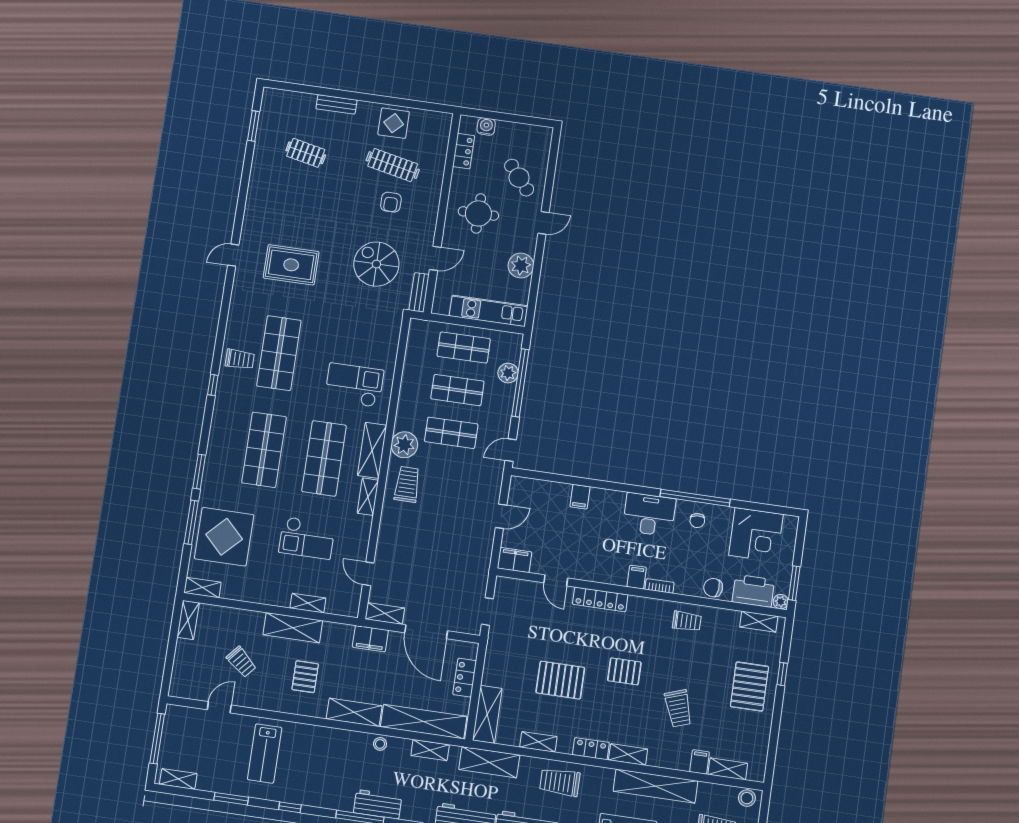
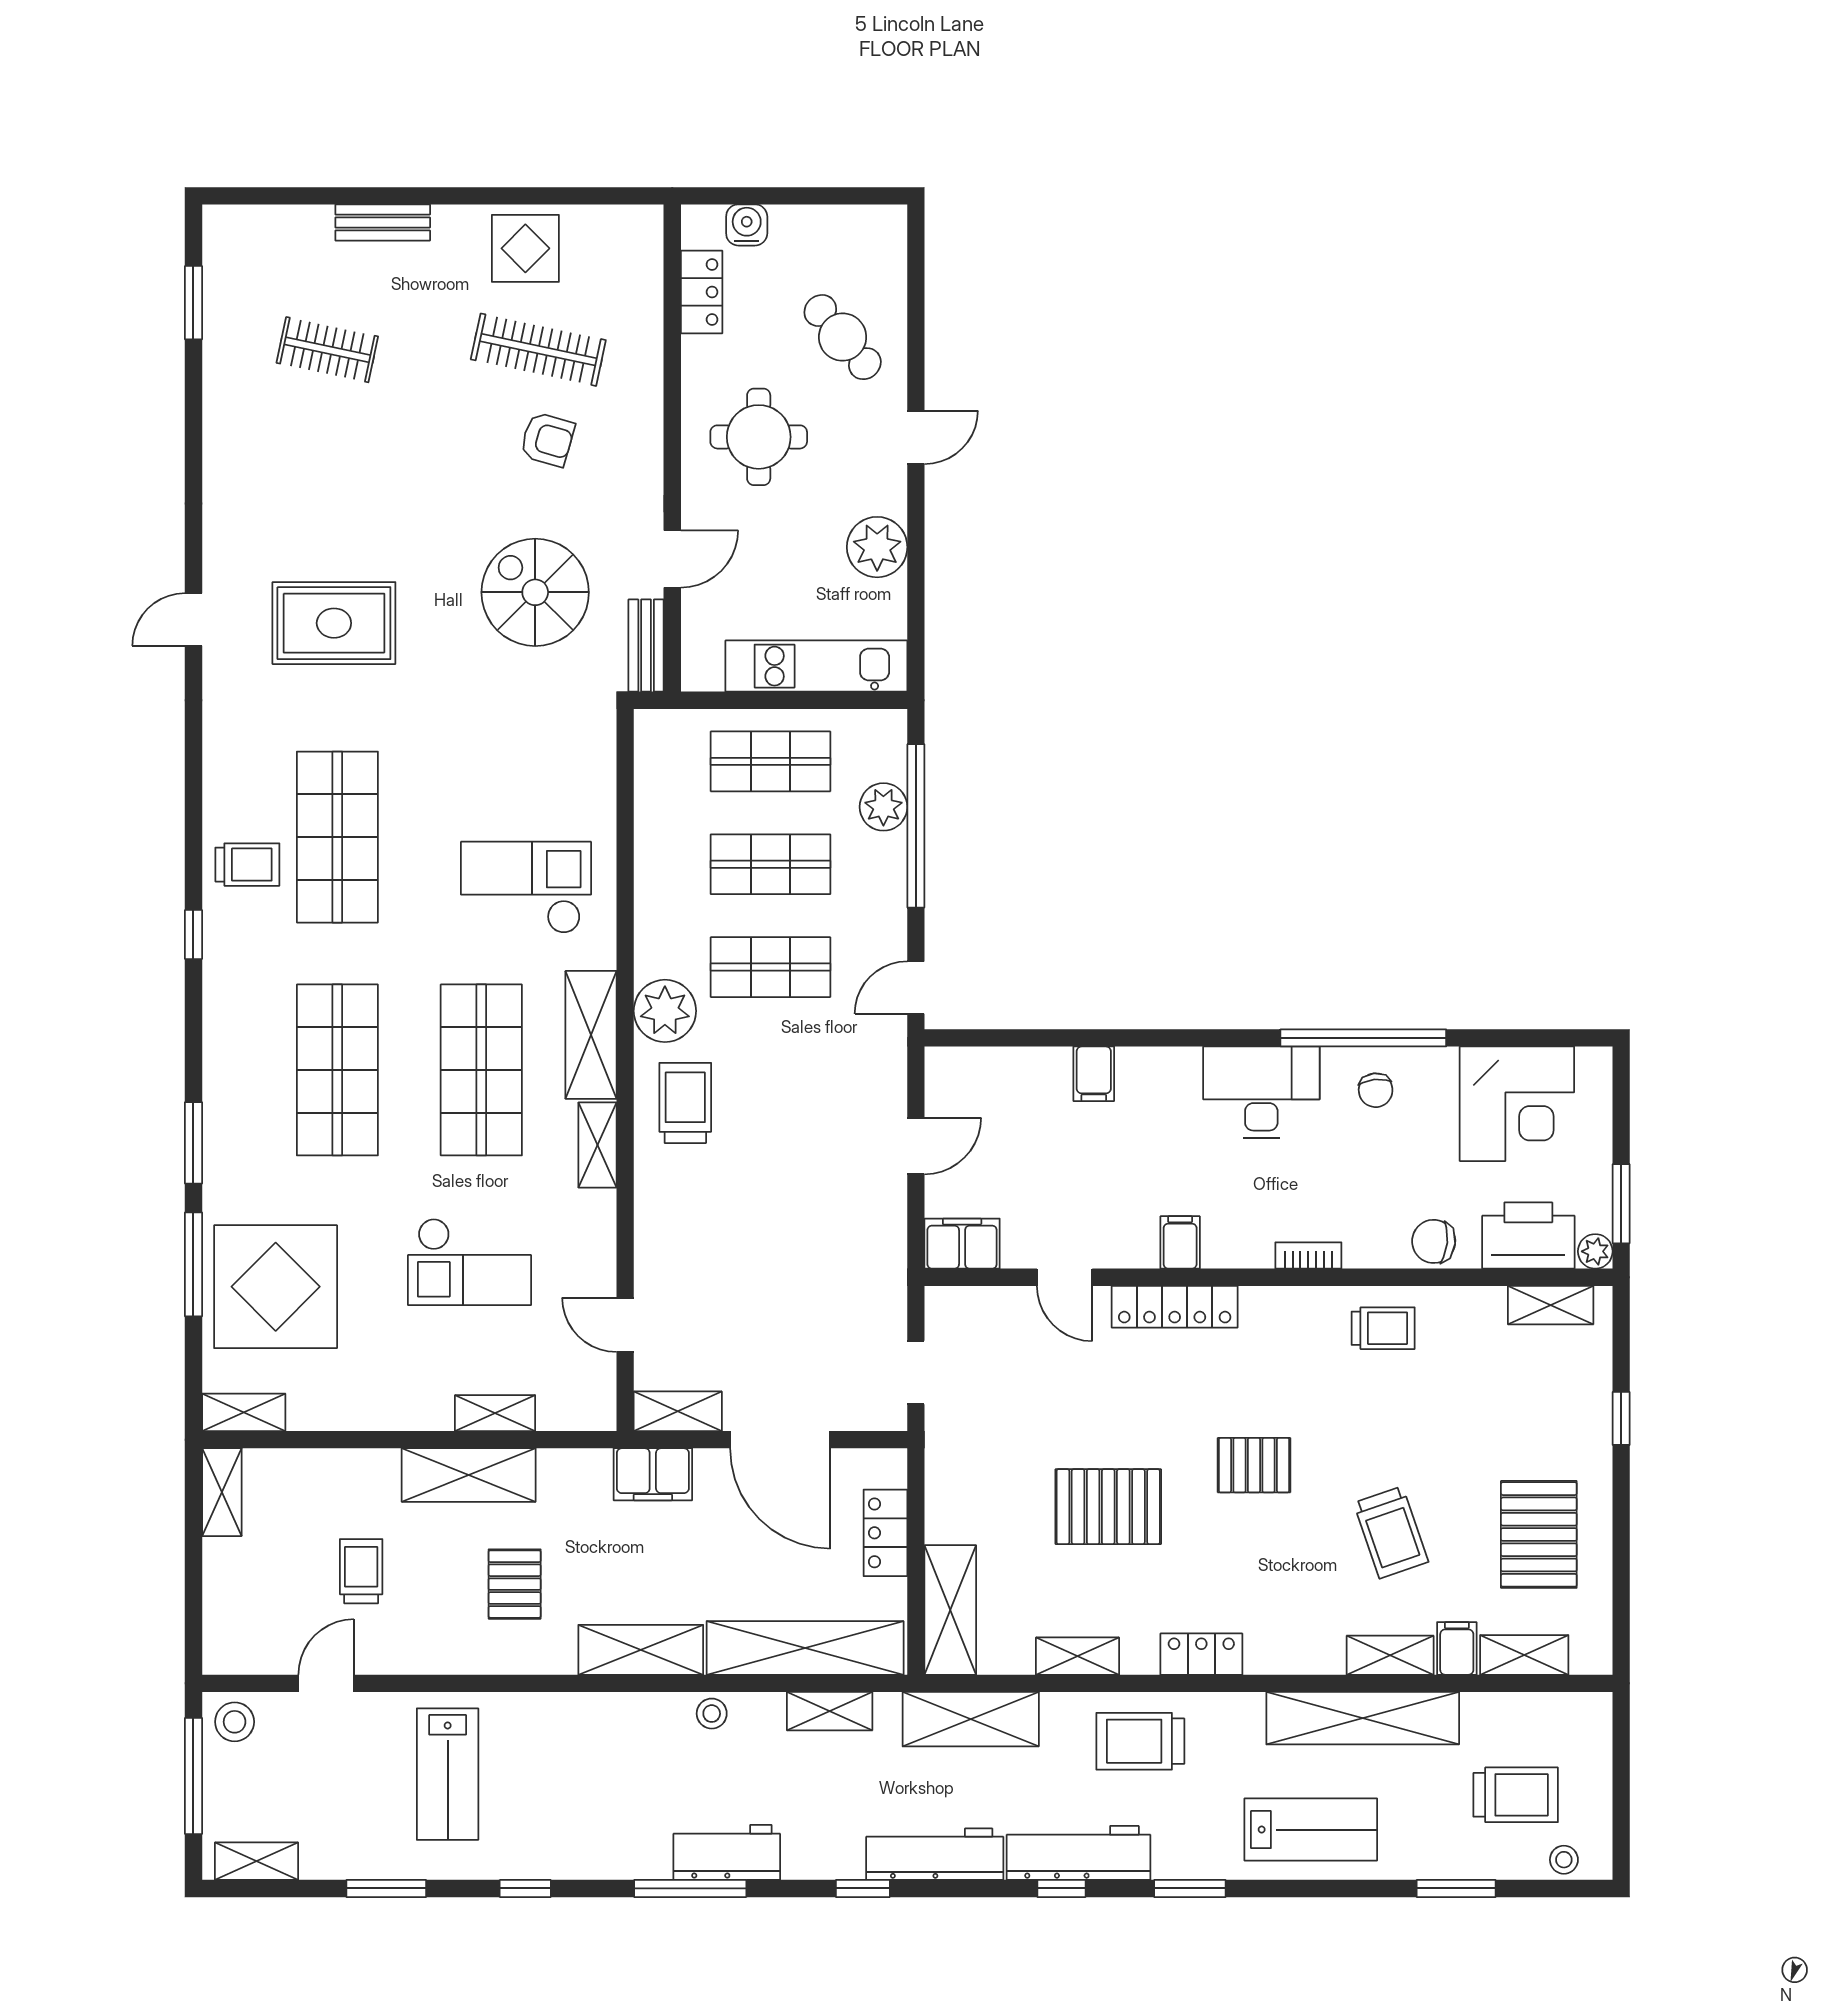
armchair: (391, 202) -> (547, 439), turned -74
filing cabinet: (637, 577) -> (1180, 1242), moved
trolley: (241, 662) -> (361, 1571), turned -131
pallet: (749, 687) -> (1539, 1534), moved
shelving: (628, 755) -> (1390, 1655), moved
stool: (747, 798) -> (235, 1722), moved

